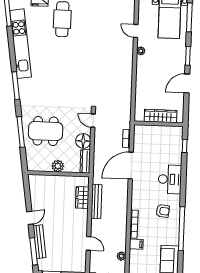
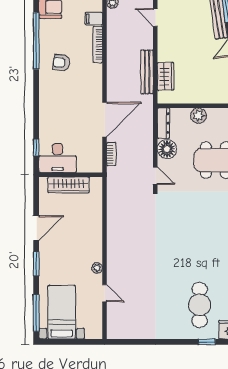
desk: (170, 179) -> (58, 158), moved, turned -90

